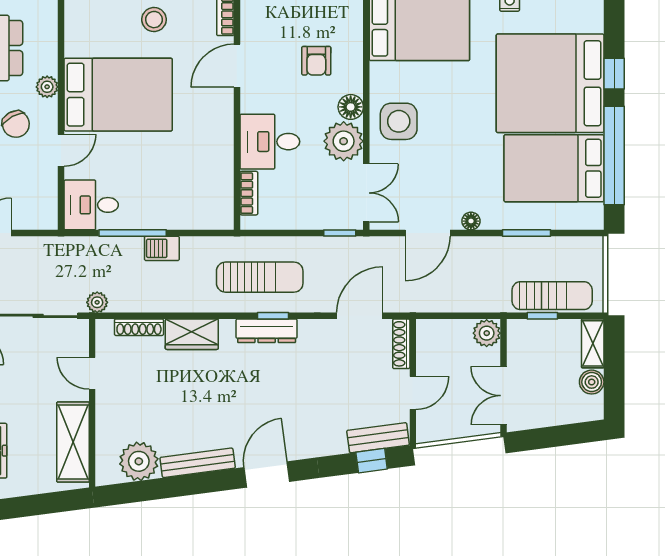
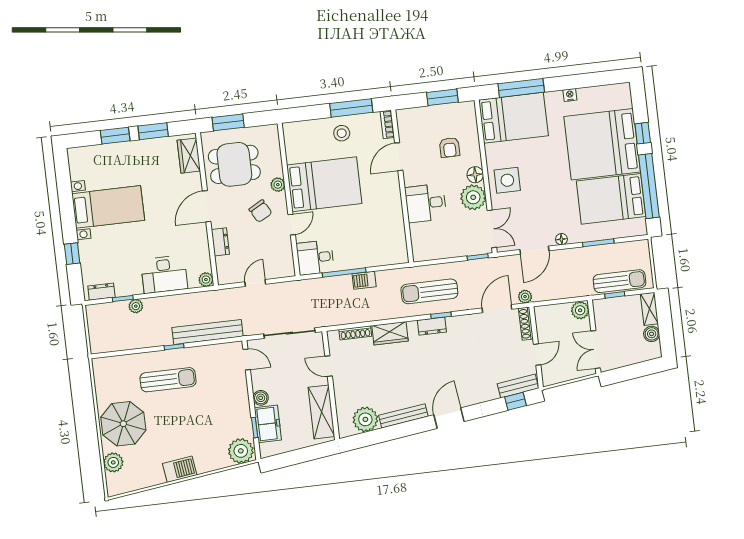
bookcase: (249, 193) -> (416, 238), removed
sun lounger: (260, 277) -> (429, 291), turned 180
plant: (97, 302) -> (525, 297), moved
dresser: (267, 331) -> (432, 326), width x0.70

